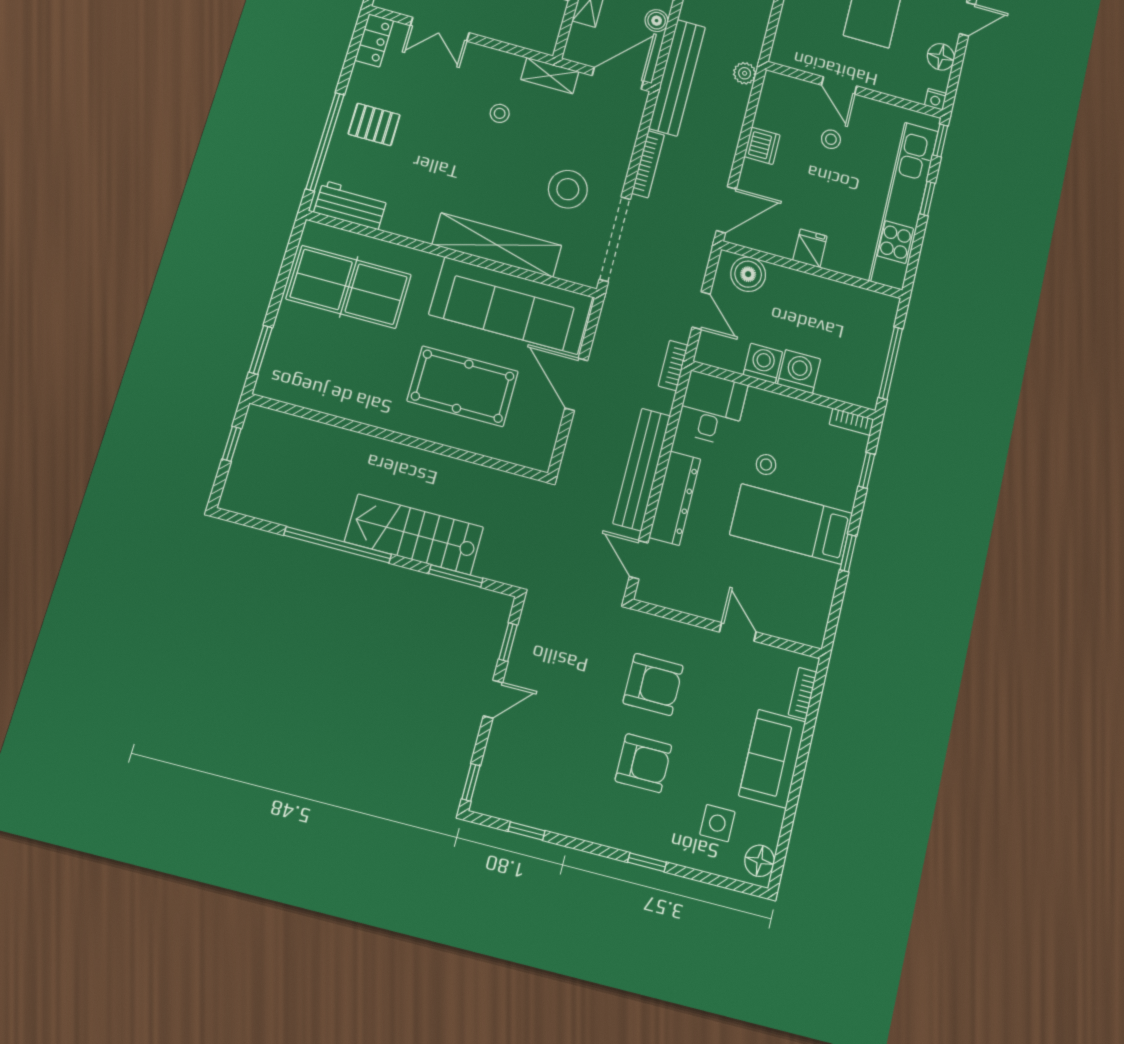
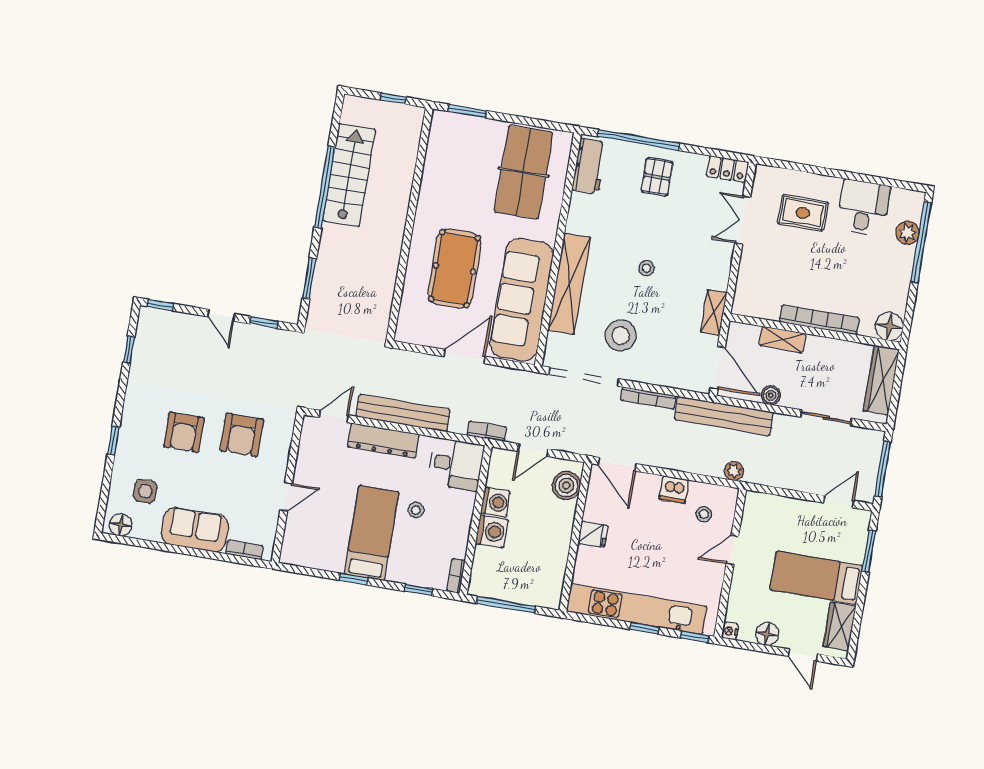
stool: (500, 113) -> (646, 268), moved
stool: (831, 139) -> (704, 514), moved
stairs: (414, 534) -> (349, 175), moved

